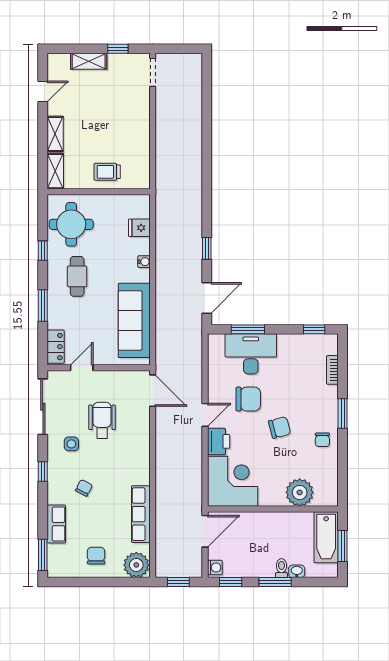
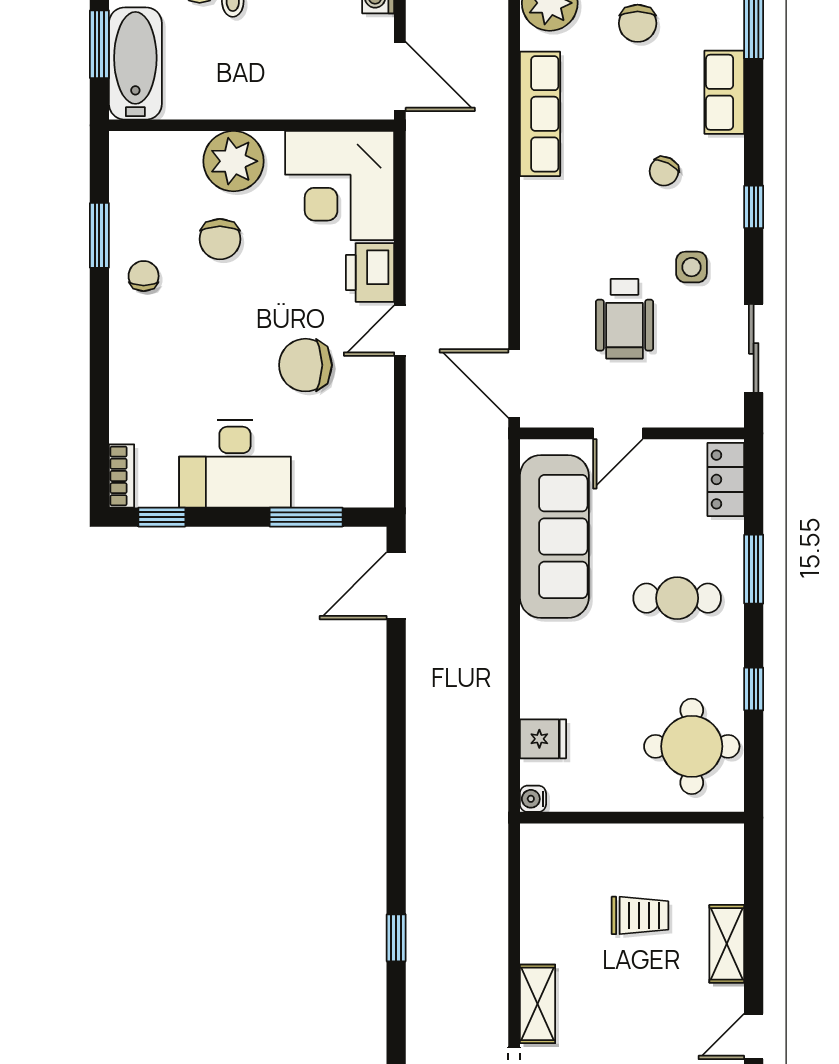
shelving: (55, 171) -> (537, 1004), moved
trolley: (107, 172) -> (640, 915), moved
window: (207, 248) -> (396, 938), moved
water cooler: (144, 262) -> (533, 799), moved
cafe table: (77, 276) -> (677, 598), moved, turned 90
desk: (251, 354) -> (235, 464), moved
door: (82, 368) -> (618, 433), moved
bookcase: (332, 370) -> (122, 476), moved
sliding door: (43, 407) -> (754, 348), width x0.73
window: (343, 414) -> (99, 235), moved
chair: (280, 427) -> (220, 239), moved, turned -75
plant: (300, 492) -> (234, 161), moved
door: (205, 531) -> (400, 76), swing flipped

